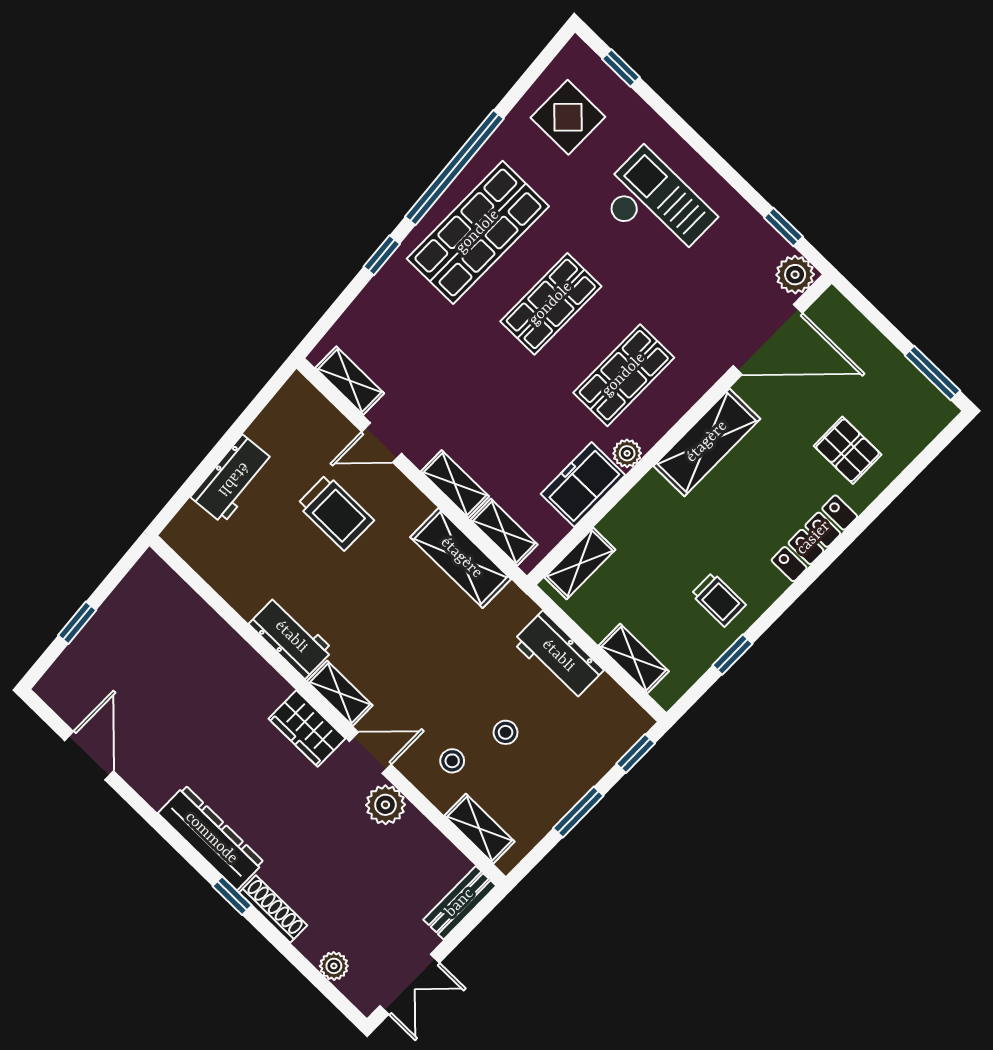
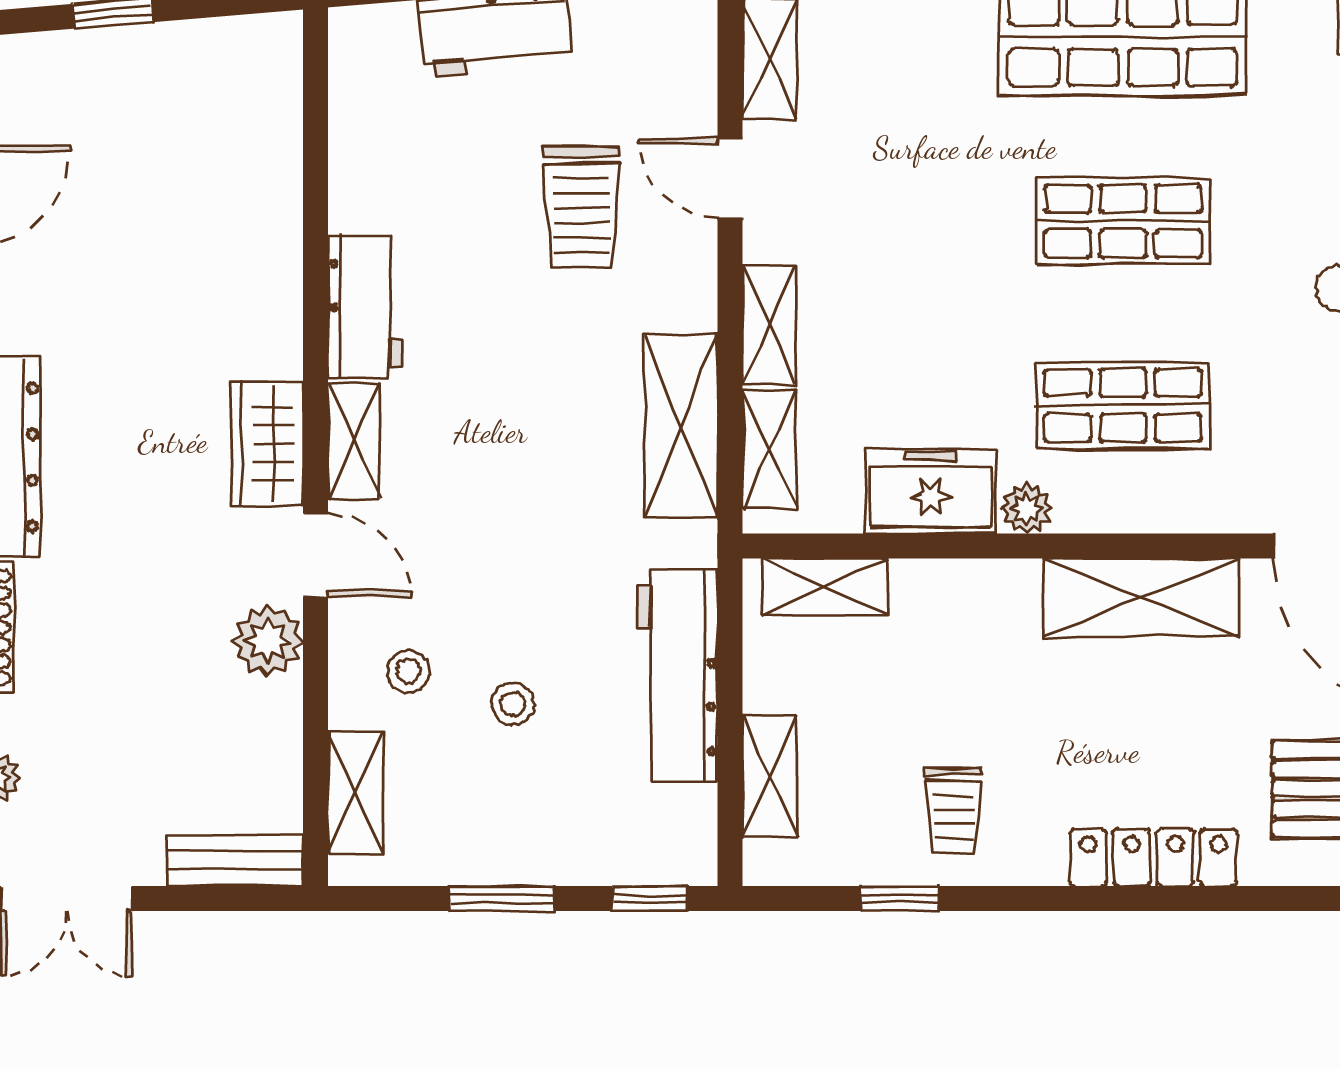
workbench: (558, 656) -> (678, 675), width x1.38

